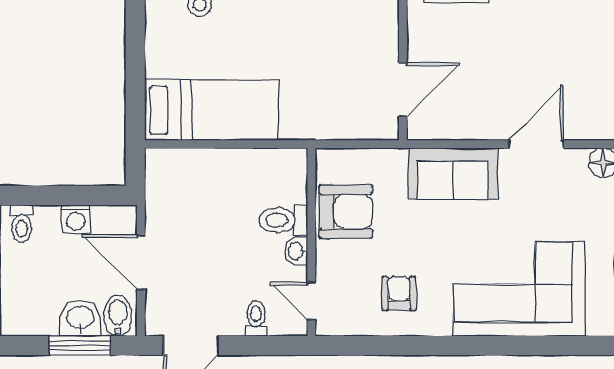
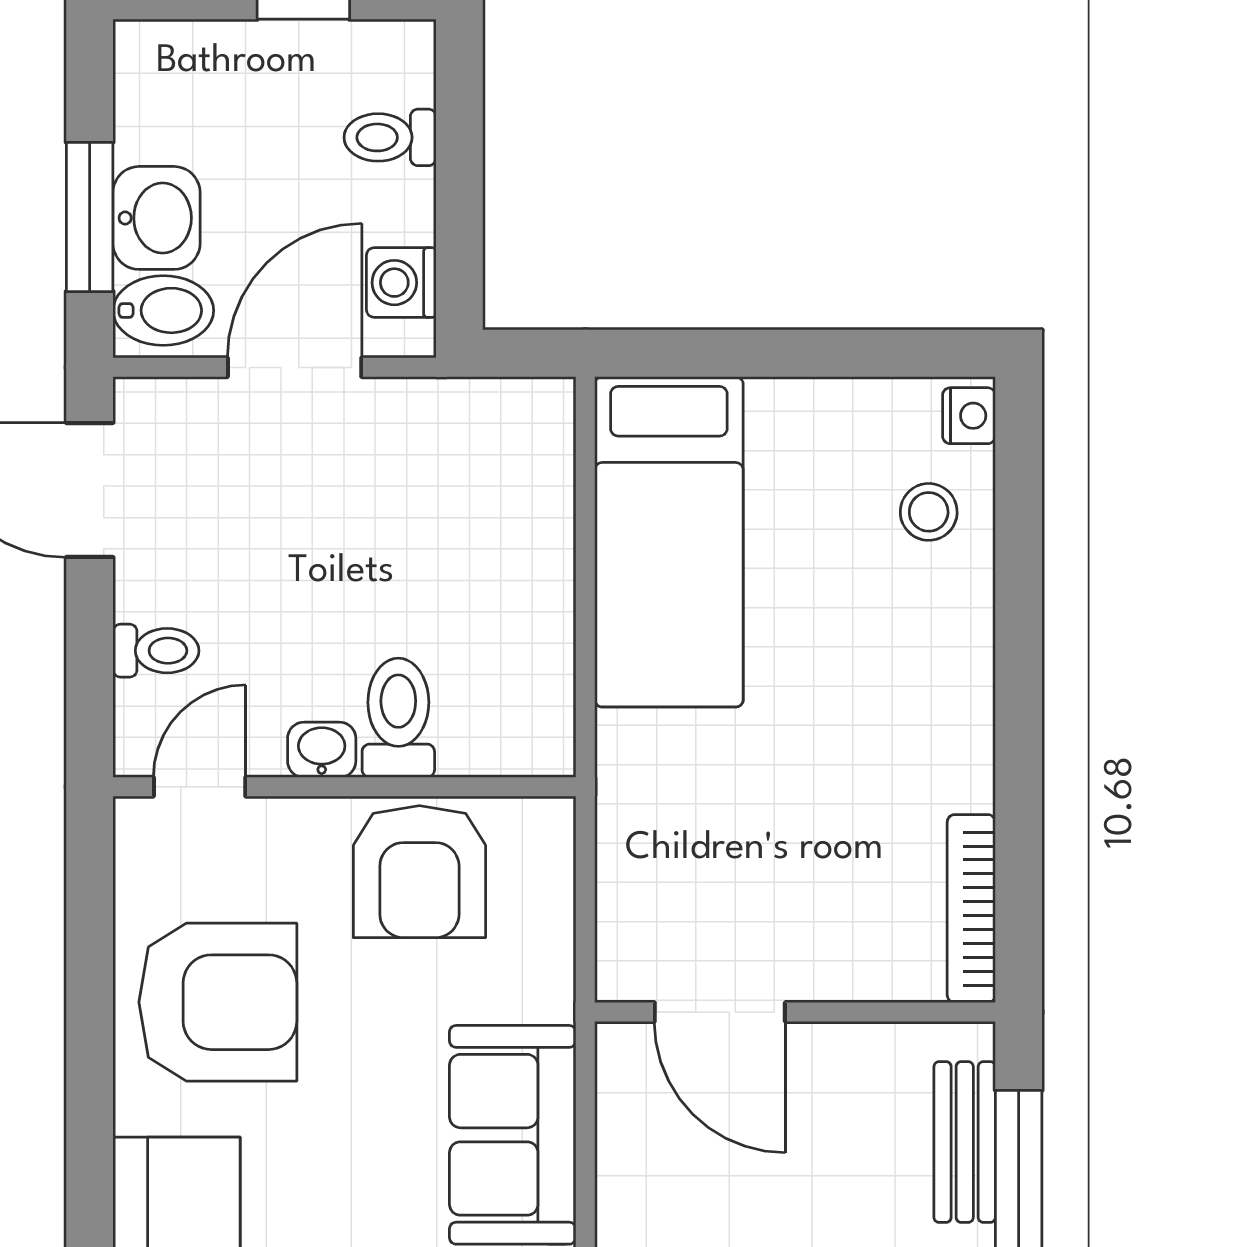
washing machine: (76, 219) -> (401, 283), moved
toilet: (22, 223) -> (390, 137), moved
armchair: (399, 293) -> (218, 1002), width x1.88, depth x1.88

